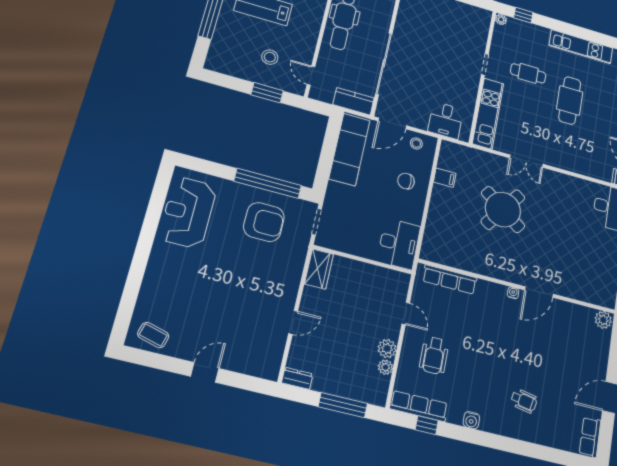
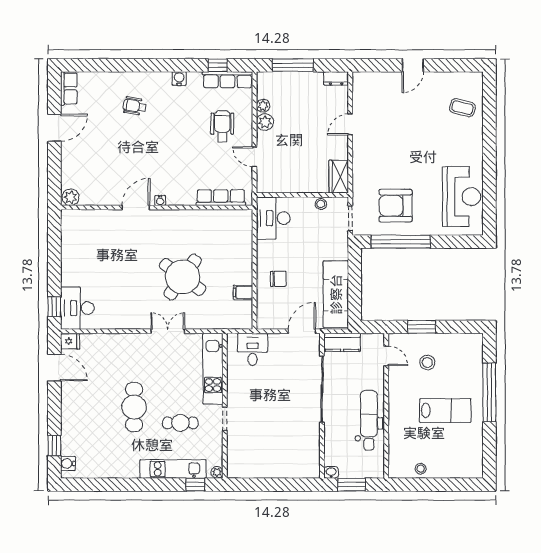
kitchen unit: (581, 47) -> (173, 469), moved
stool: (416, 143) -> (321, 204), moved
coffee table: (153, 335) -> (463, 108), moved

